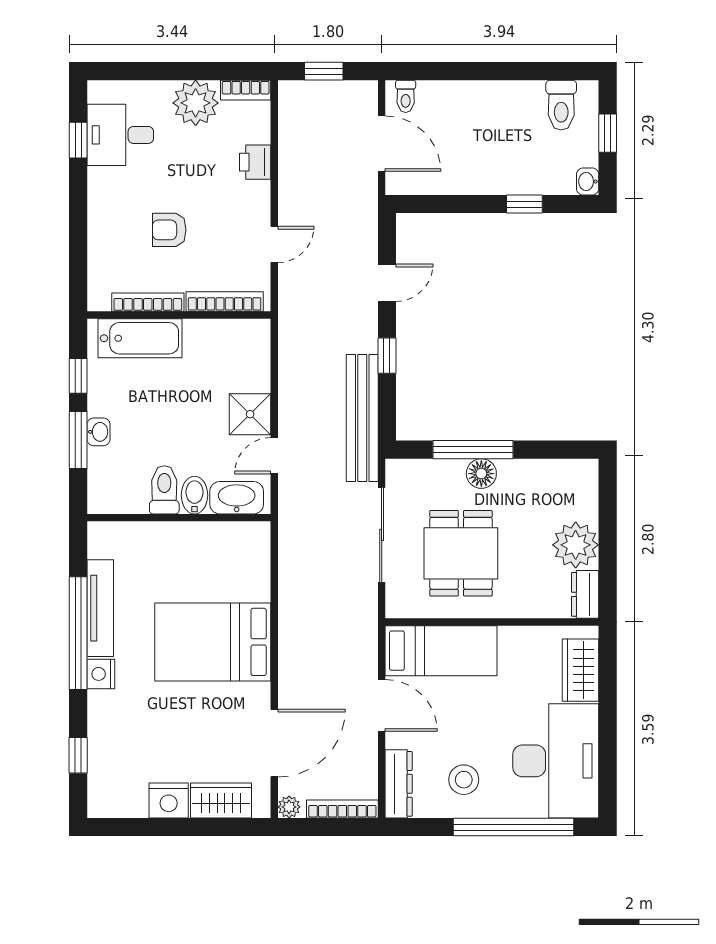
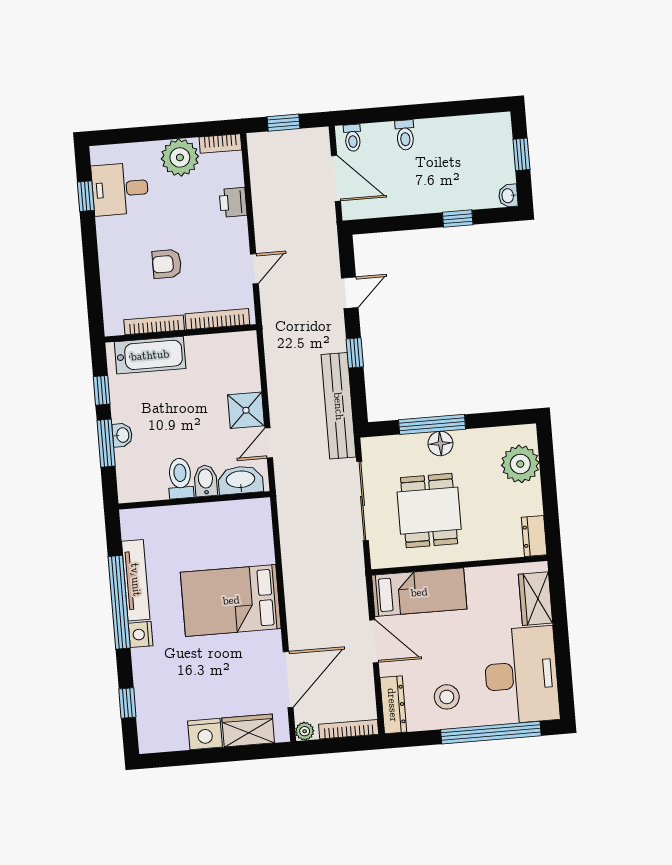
toilet: (561, 105) -> (405, 135), moved, width x0.73, depth x0.72
plant: (576, 545) -> (520, 464), moved

